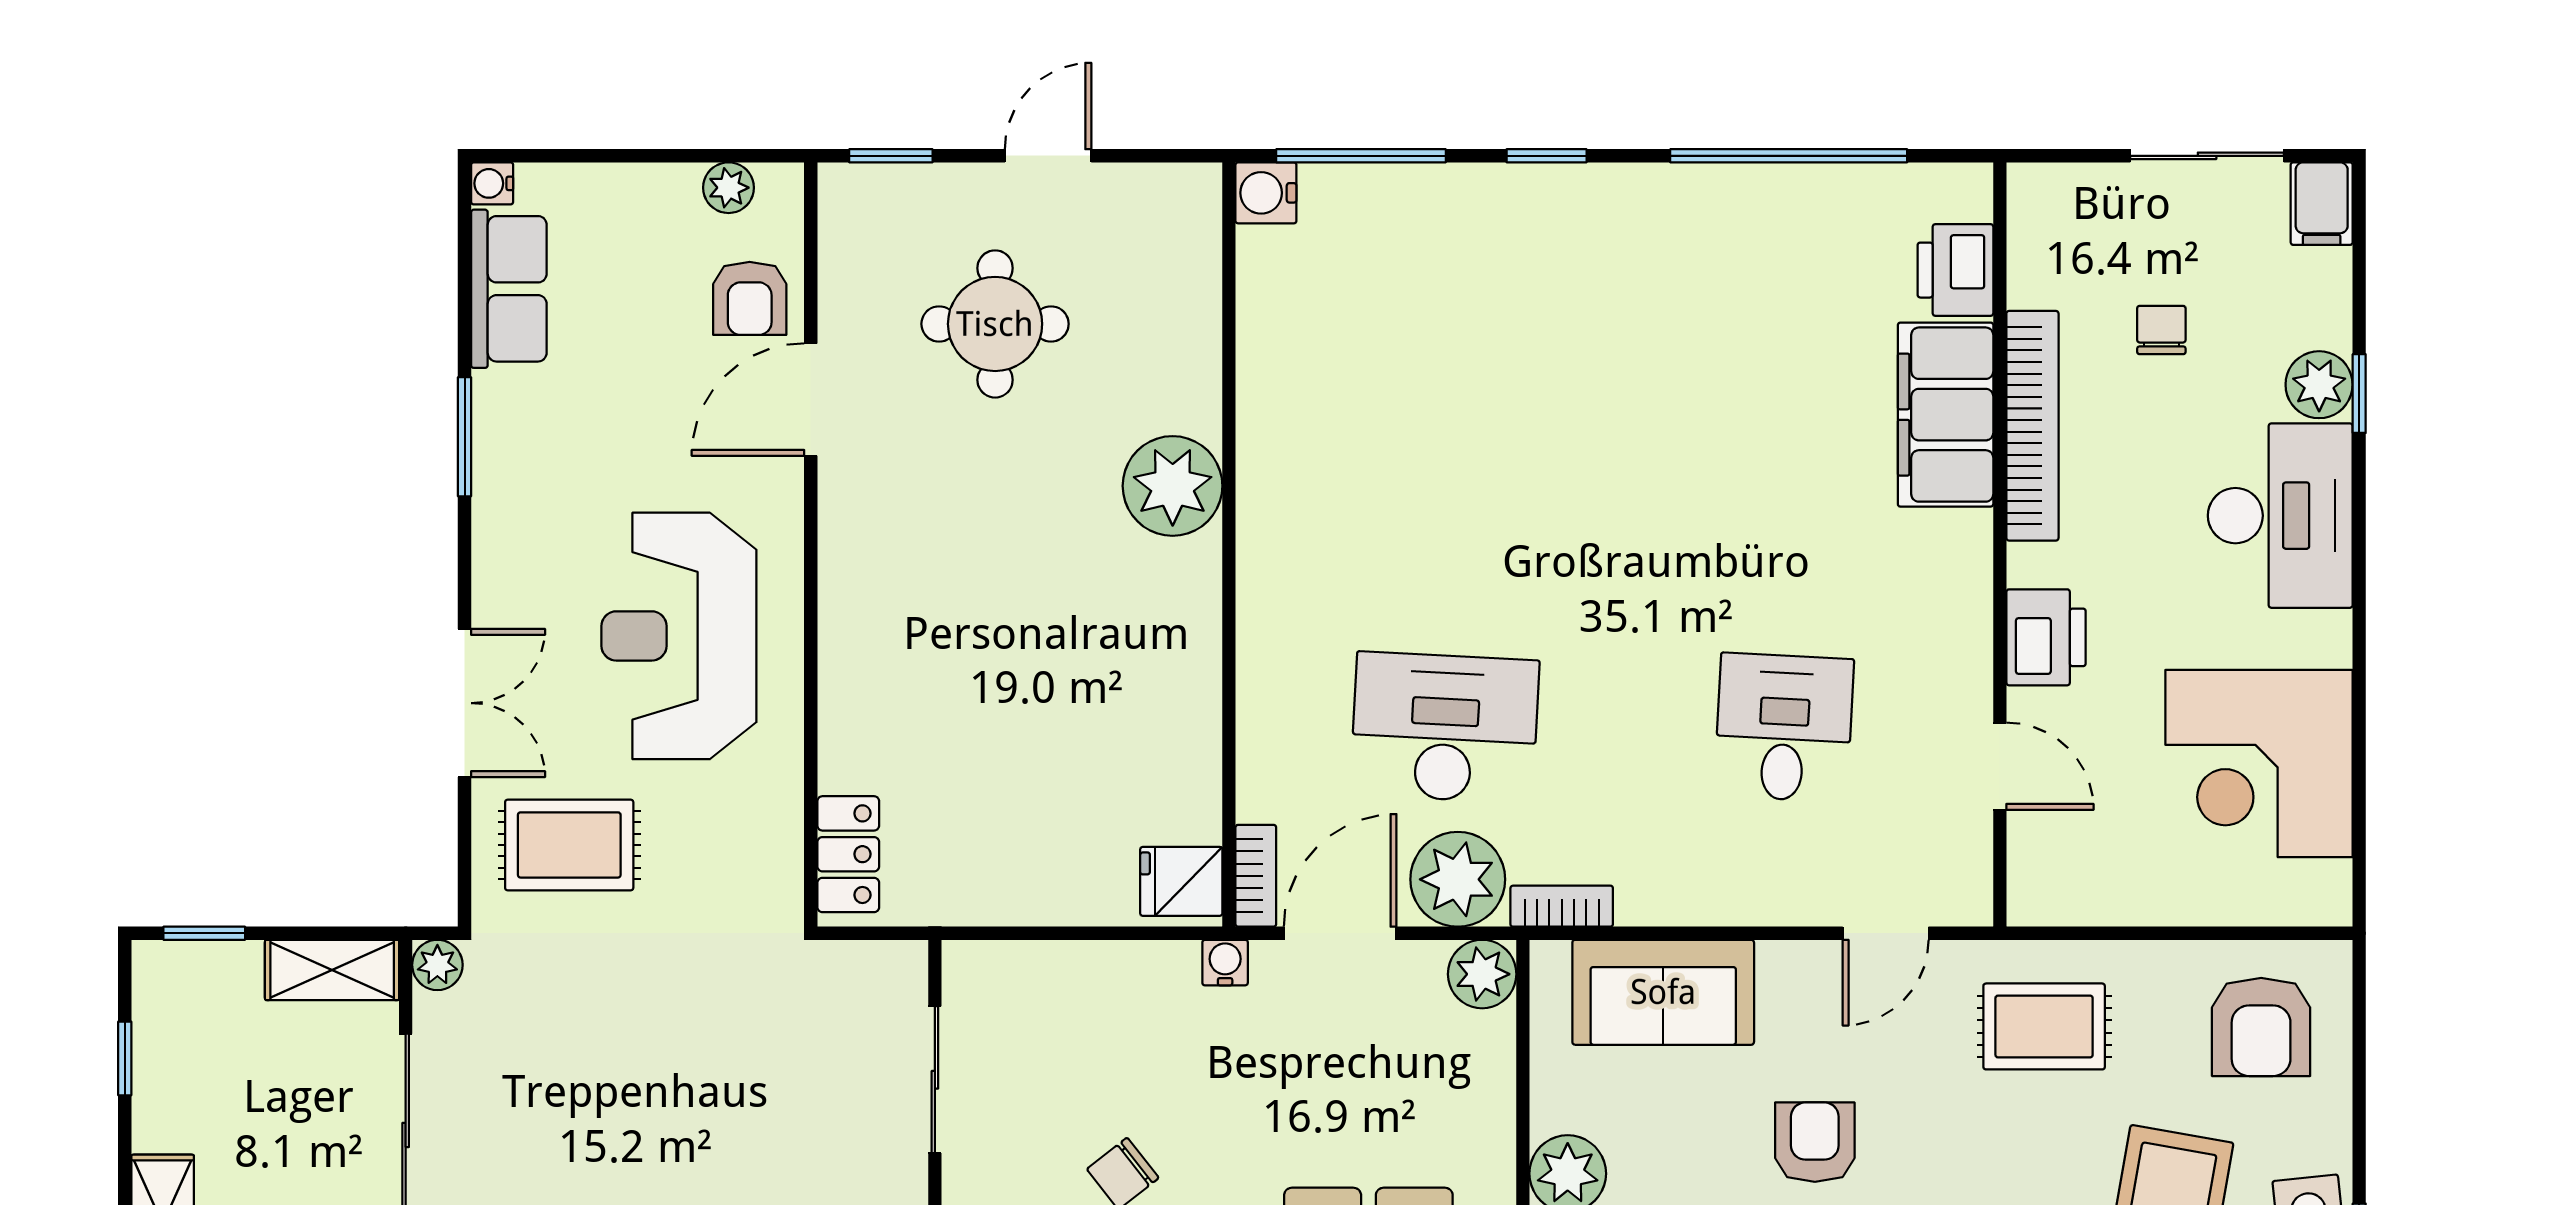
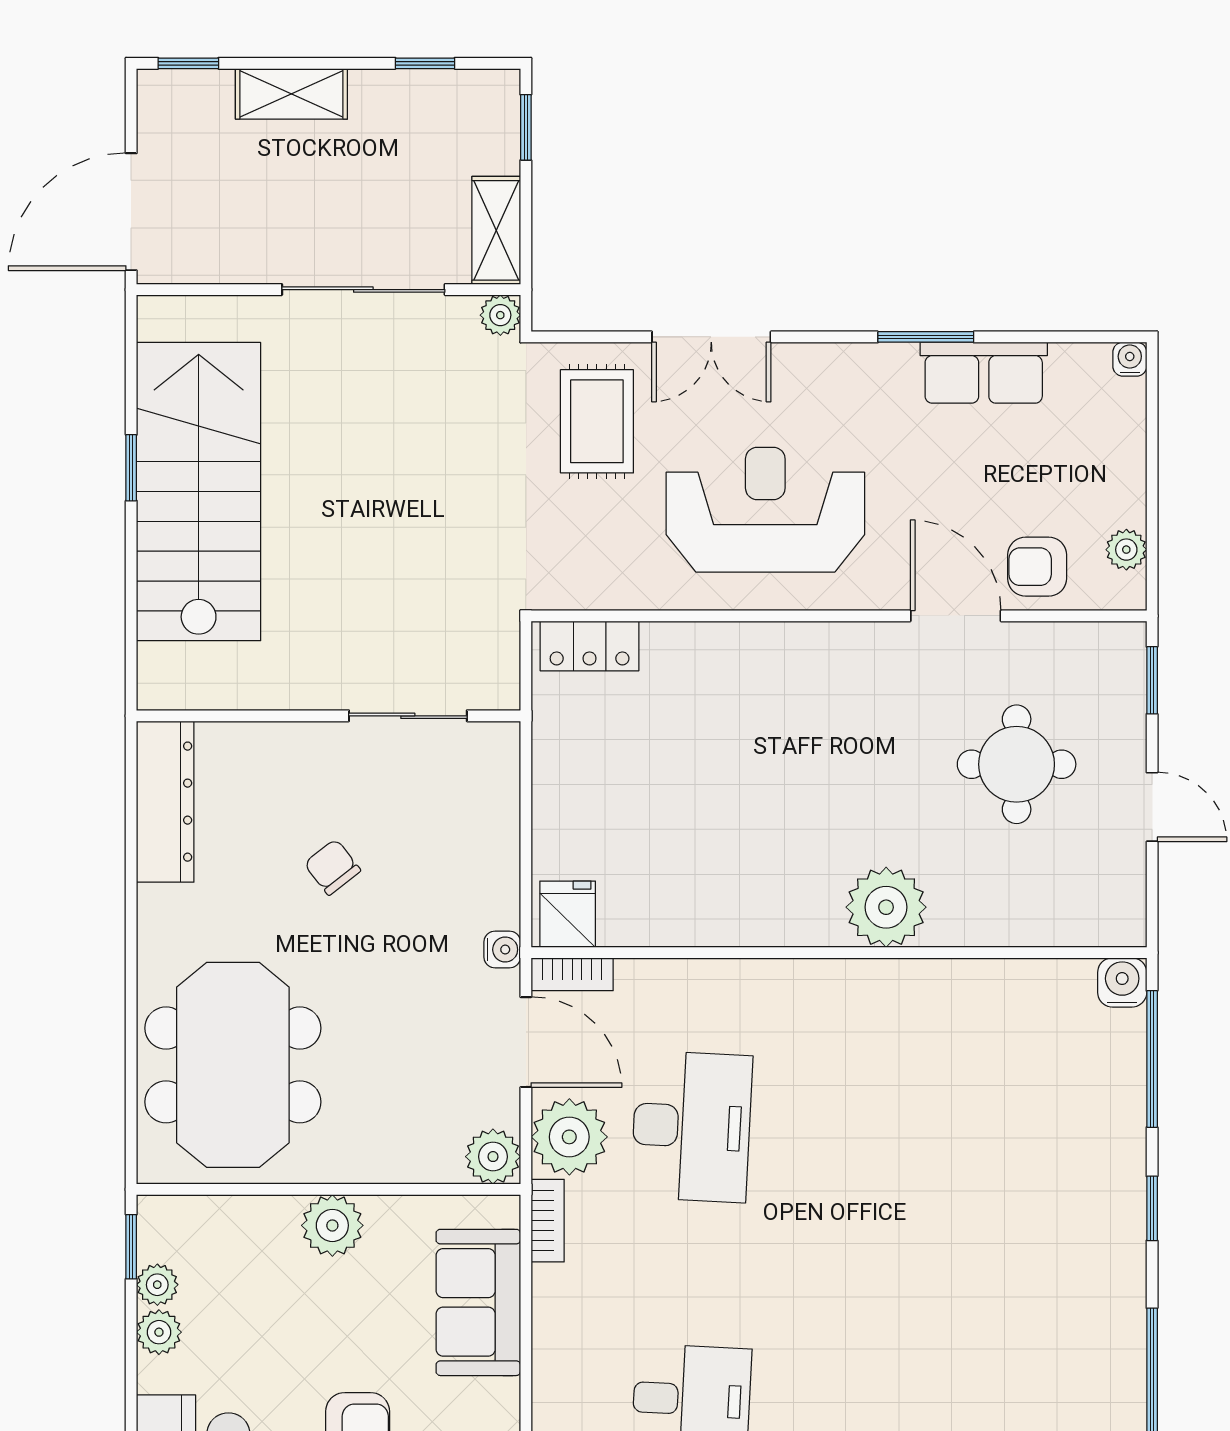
row of seats: (509, 289) -> (984, 373), moved

